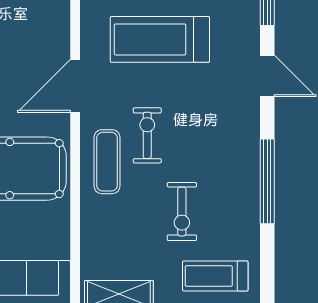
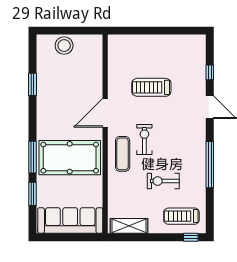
treadmill: (160, 39) -> (151, 87), width x0.73, depth x0.73
exercise bike: (182, 212) -> (163, 181), turned 90

